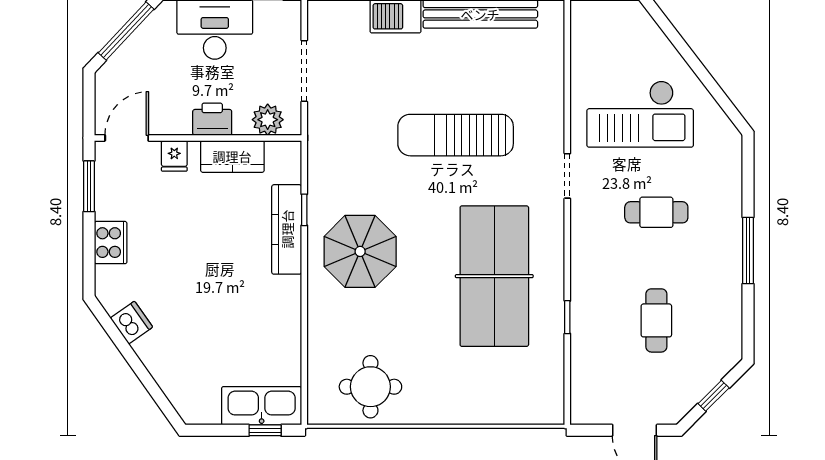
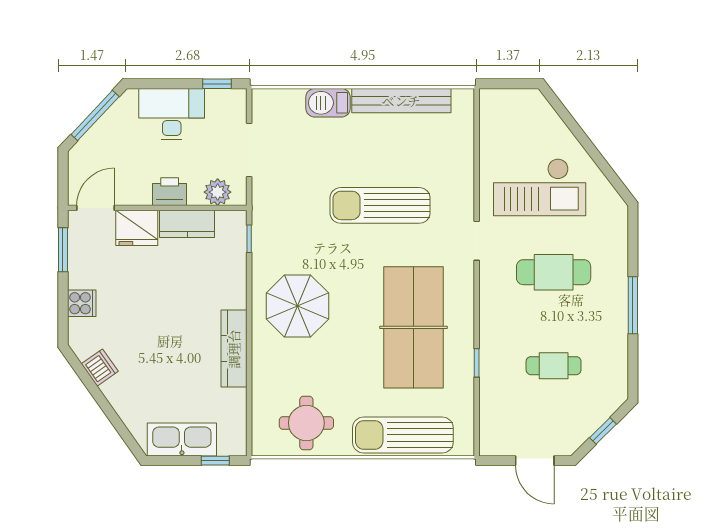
fridge: (174, 156) -> (137, 228), width x1.88, depth x1.34
window: (304, 210) -> (249, 239), moved
cafe table: (656, 212) -> (554, 272), width x1.37, depth x1.35
kitchen counter: (287, 229) -> (234, 349), moved
cooker: (111, 243) -> (82, 303), width x0.73
cafe table: (656, 320) -> (554, 366), turned 90
sun lounger: (482, 401) -> (403, 435), added
kitchen sink: (262, 406) -> (182, 439), moved

